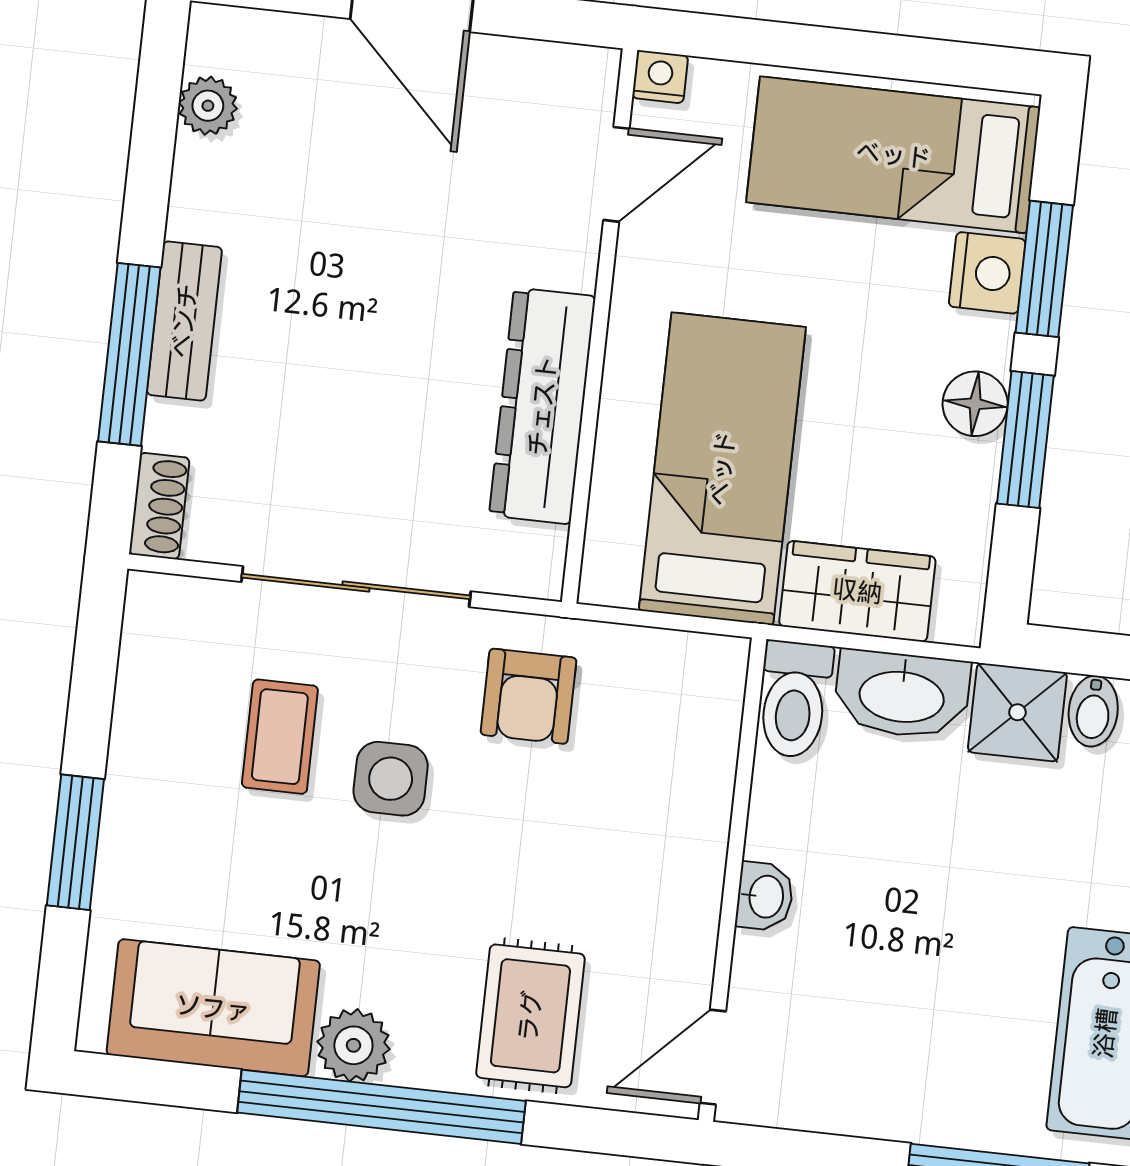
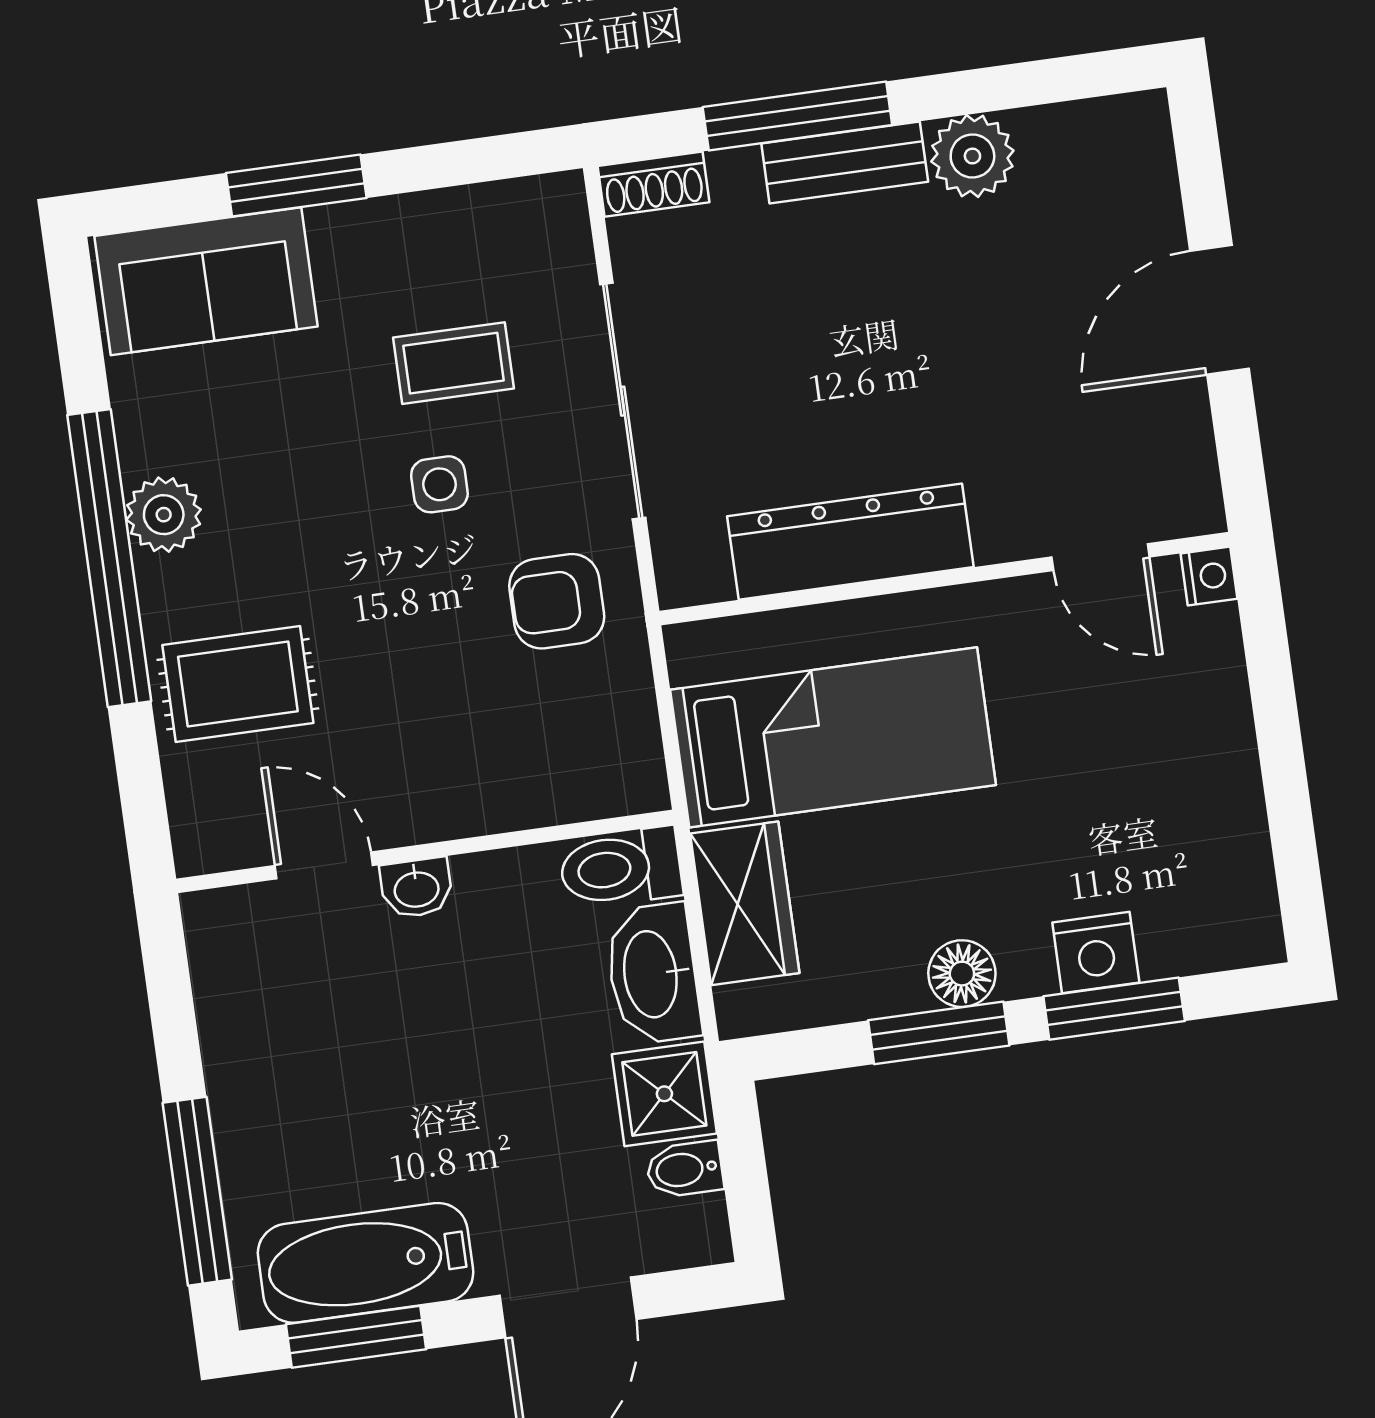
plant: (208, 106) -> (972, 156), moved, width x1.38, depth x1.38
bed: (893, 155) -> (1190, 829), removed
side table: (391, 779) -> (439, 484), width x0.73, depth x0.73
sofa: (213, 1008) -> (206, 281), moved, turned 90
door: (713, 1057) -> (324, 865), moved

